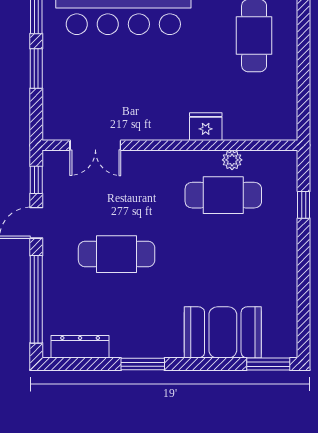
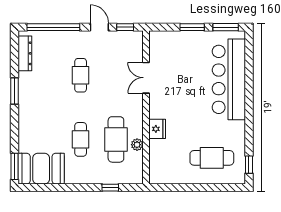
double door: (95, 145) -> (146, 78), moved
cafe table: (117, 254) -> (81, 75), width x0.73, depth x0.74
cafe table: (223, 254) -> (81, 139), added
booth: (223, 332) -> (41, 169), moved, turned 90

